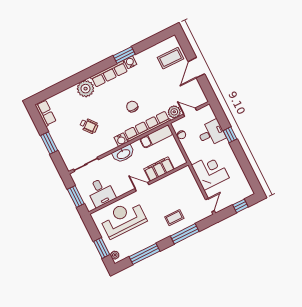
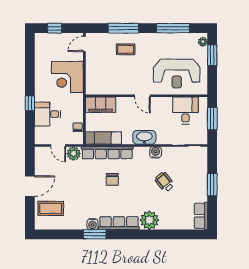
water cooler: (121, 140) -> (156, 152), moved
filing cabinet: (159, 169) -> (101, 105), moved

